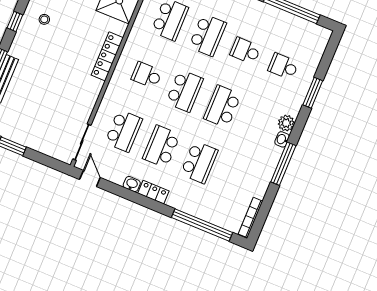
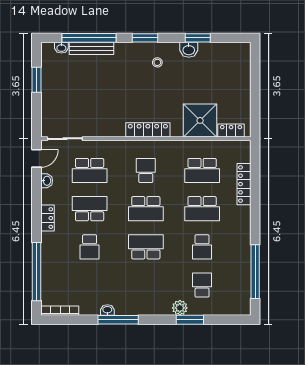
window: (15, 21) -> (145, 38), width x1.50
school desk: (245, 51) -> (202, 247), turned 180
plant: (286, 123) -> (180, 308), moved
washbasin: (282, 139) -> (107, 310), moved
school desk: (199, 162) -> (90, 247), width x0.54
washbasin: (132, 184) -> (47, 181), moved

